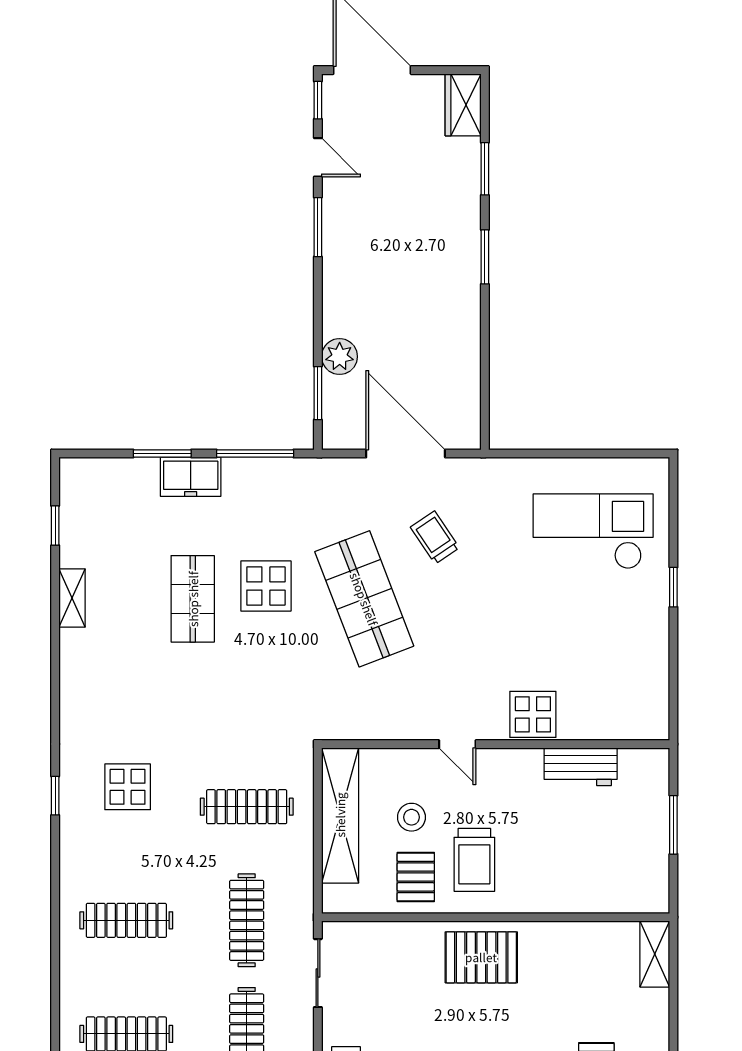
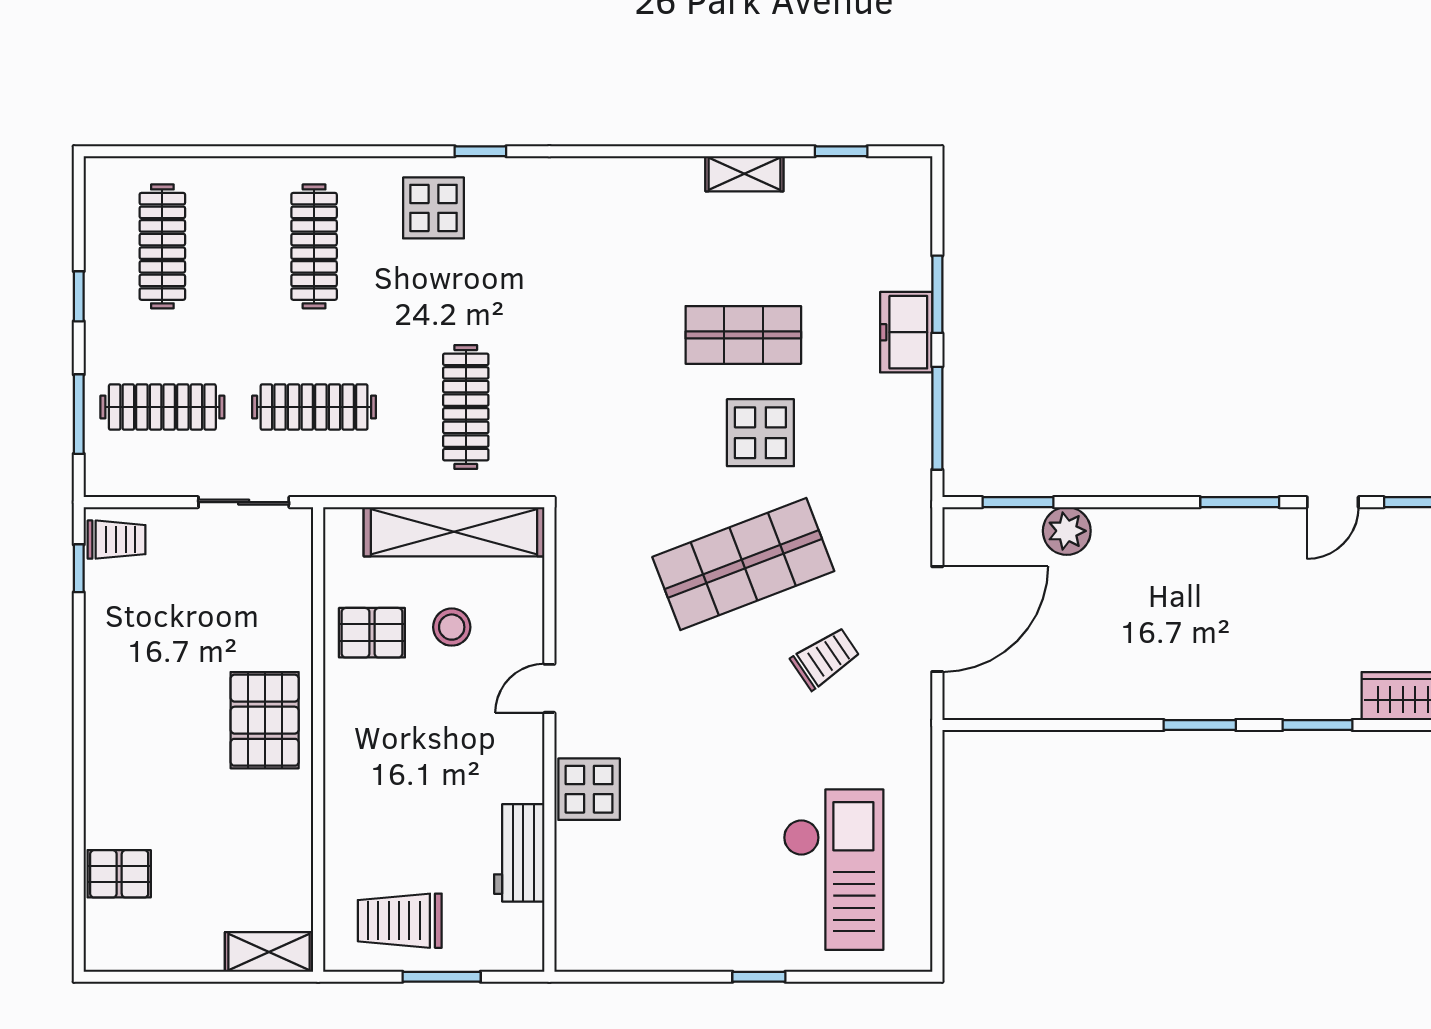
display table: (128, 787) -> (433, 208), moved
trolley: (474, 860) -> (400, 921), moved

